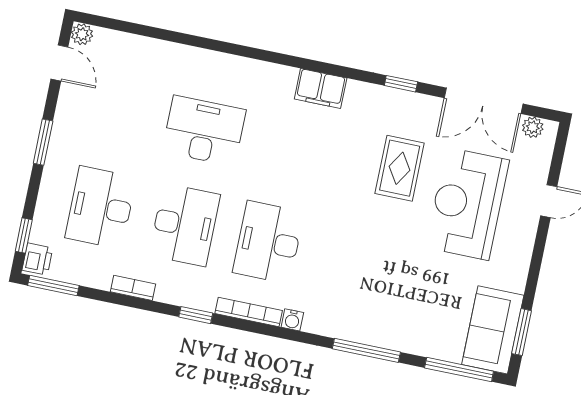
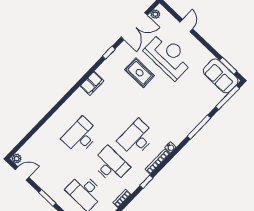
reception desk: (467, 204) -> (168, 56), turned 180
desk: (268, 242) -> (136, 138), turned 90

